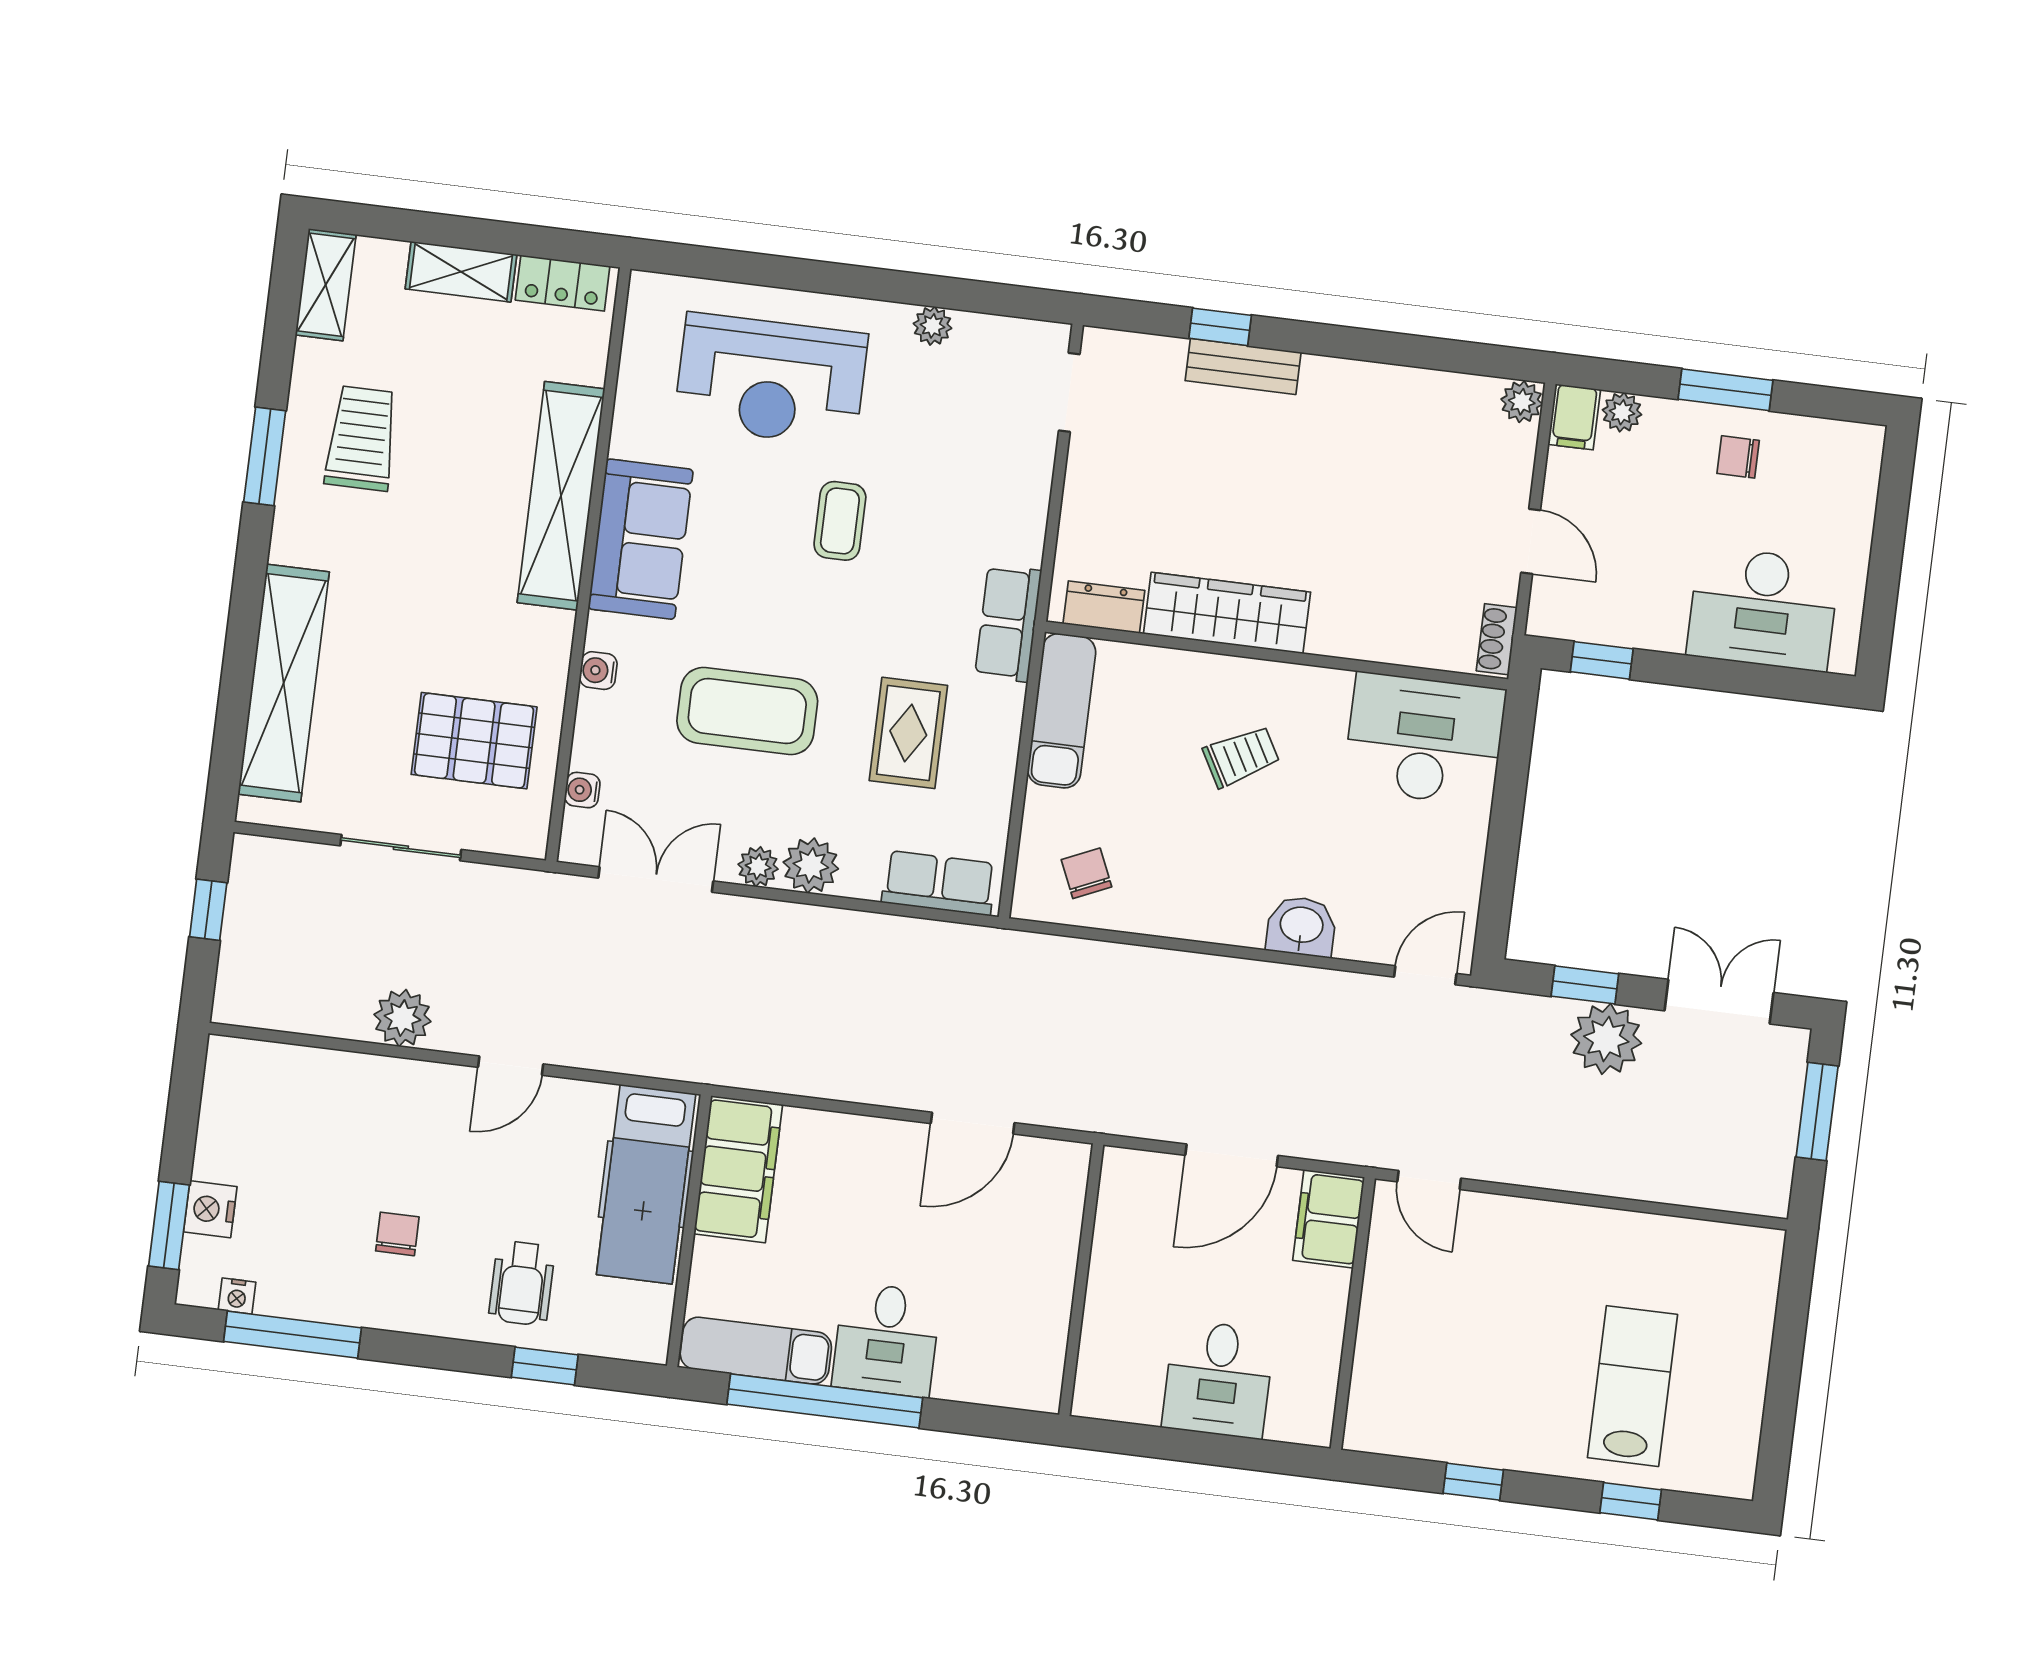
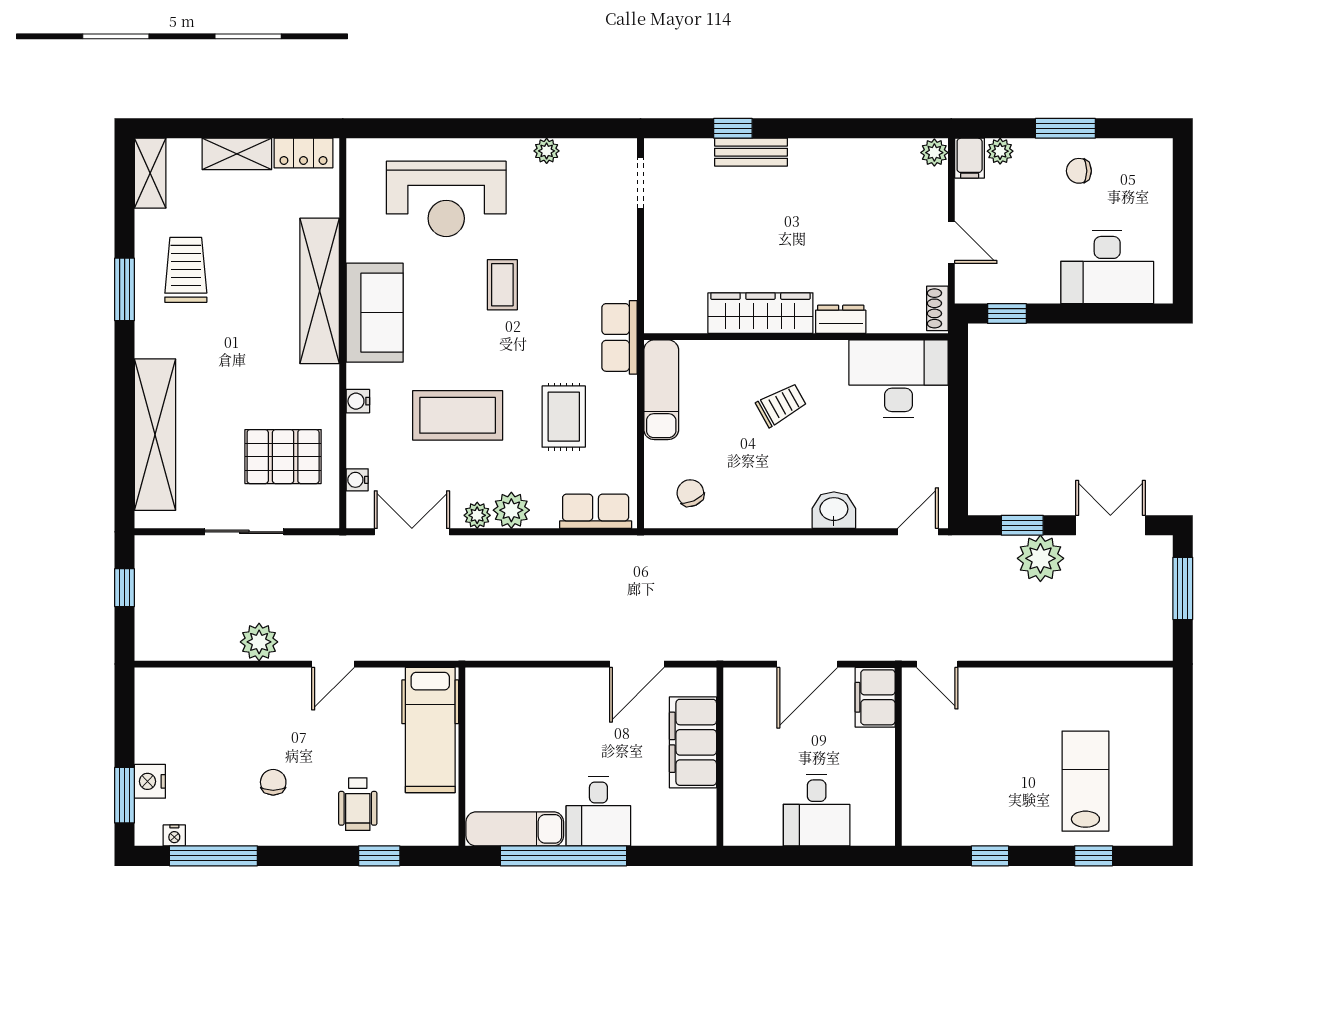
dresser: (1104, 607) -> (841, 319), moved
filing cabinet: (738, 1169) -> (693, 742), moved, turned 180

